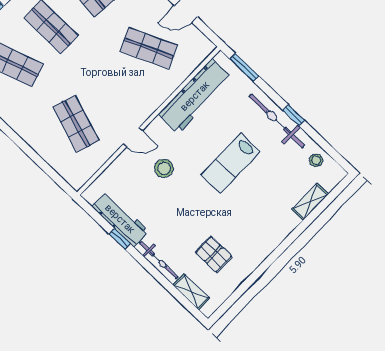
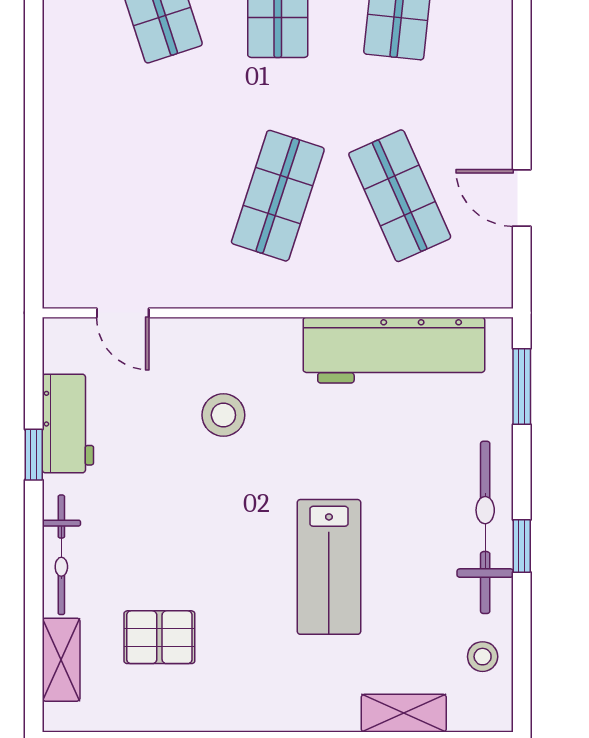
shop shelf: (76, 124) -> (278, 196), moved
door: (133, 137) -> (123, 313), moved
lab bench: (230, 163) -> (329, 567), moved, turned -90
workbench: (120, 219) -> (68, 424), width x0.73
pallet: (214, 254) -> (159, 637), turned 90

